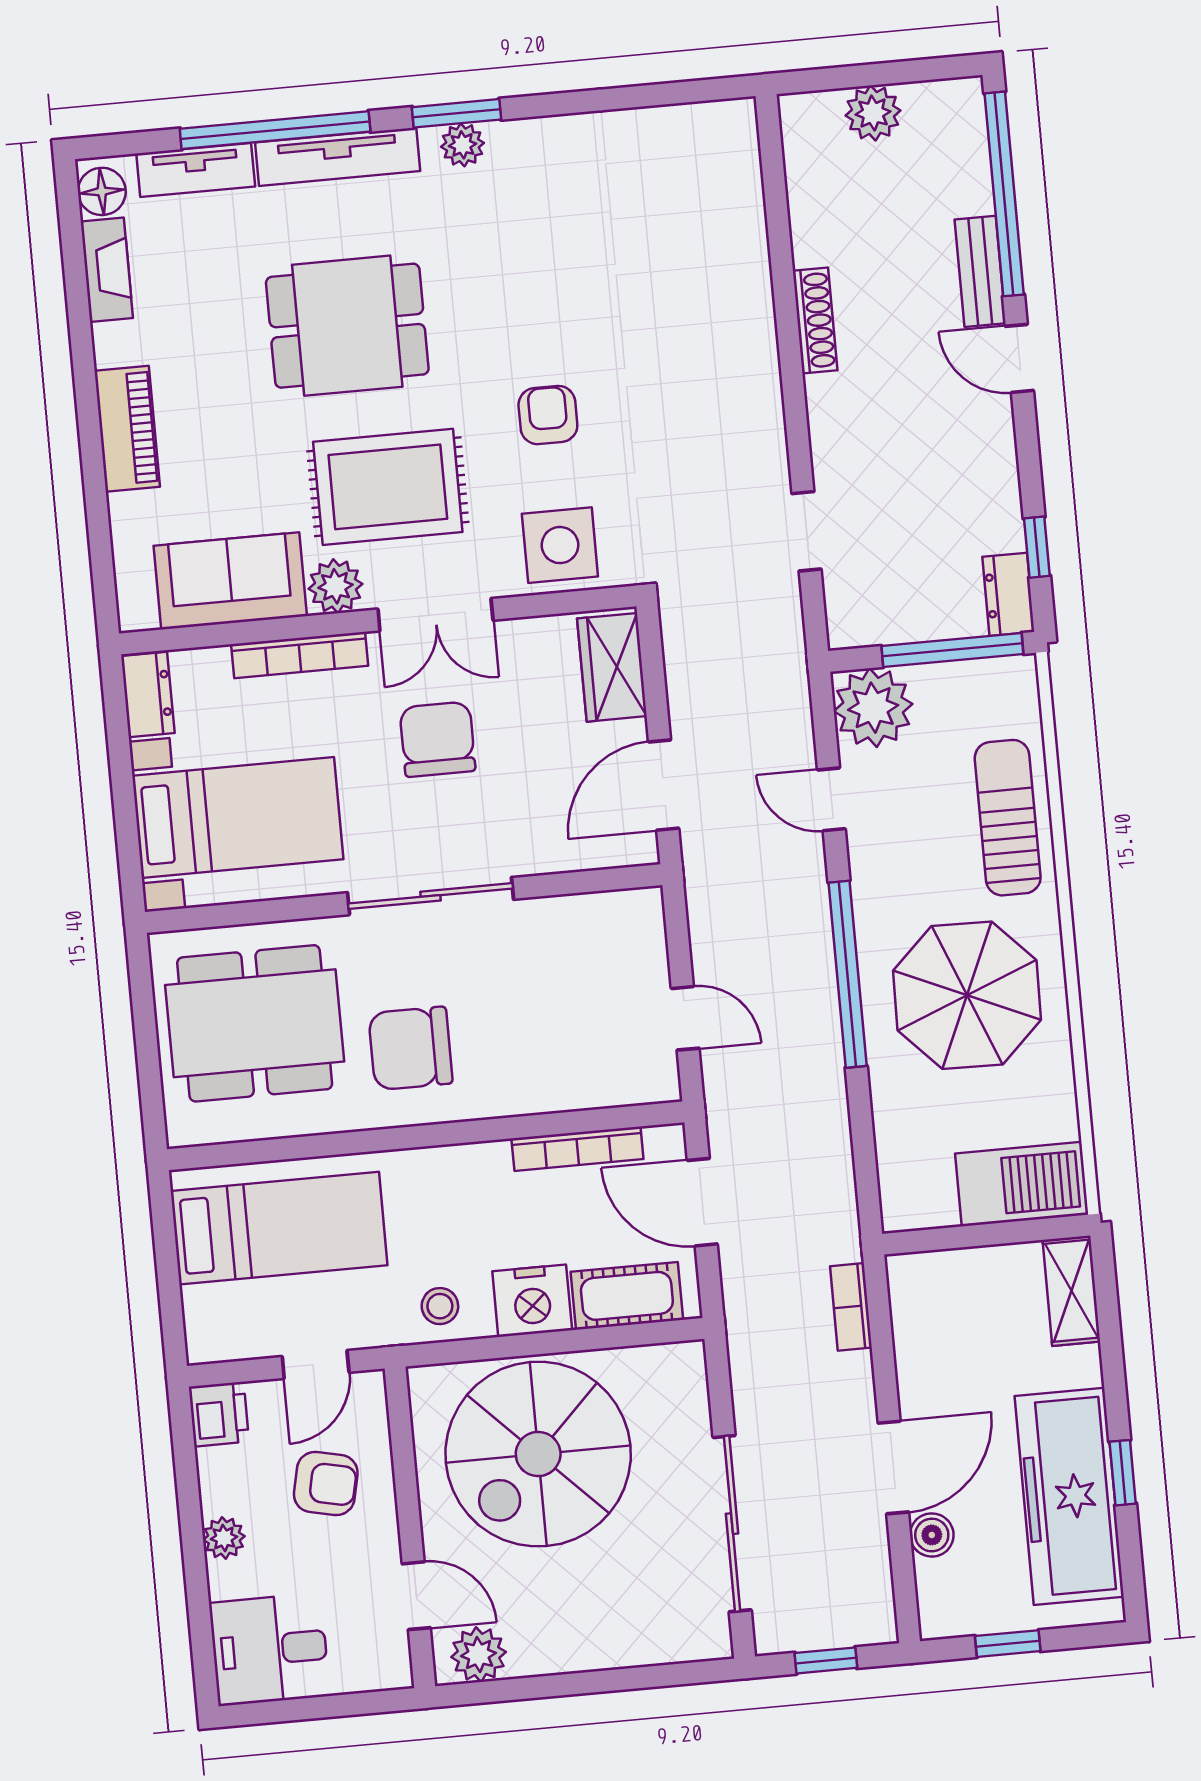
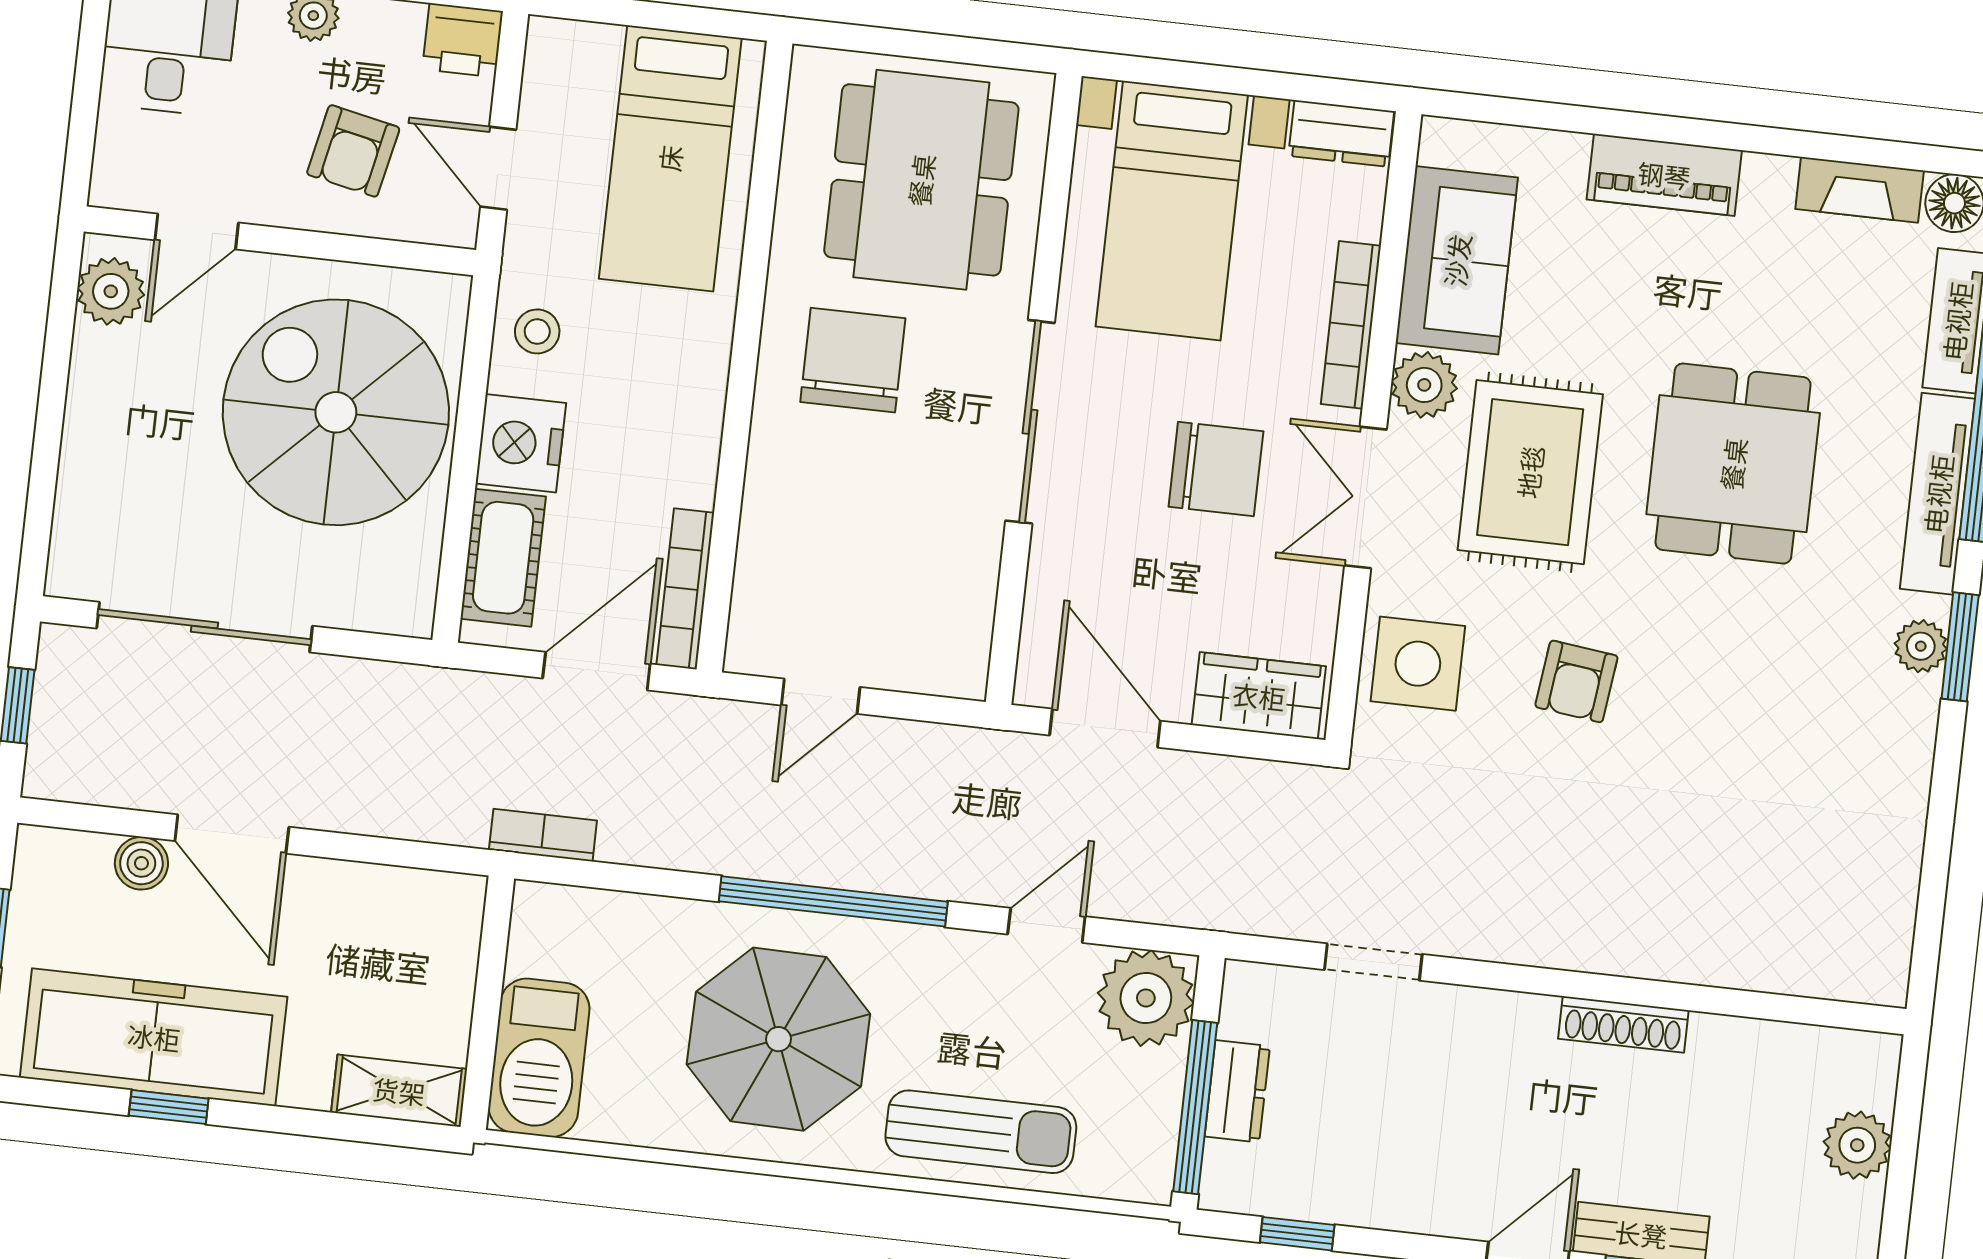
armchair: (548, 415) -> (1576, 681), turned 97
dresser: (1008, 594) -> (1237, 1091), moved, turned 90
bookcase: (577, 1149) -> (685, 589), moved
bookcase: (851, 1307) -> (543, 835), moved

